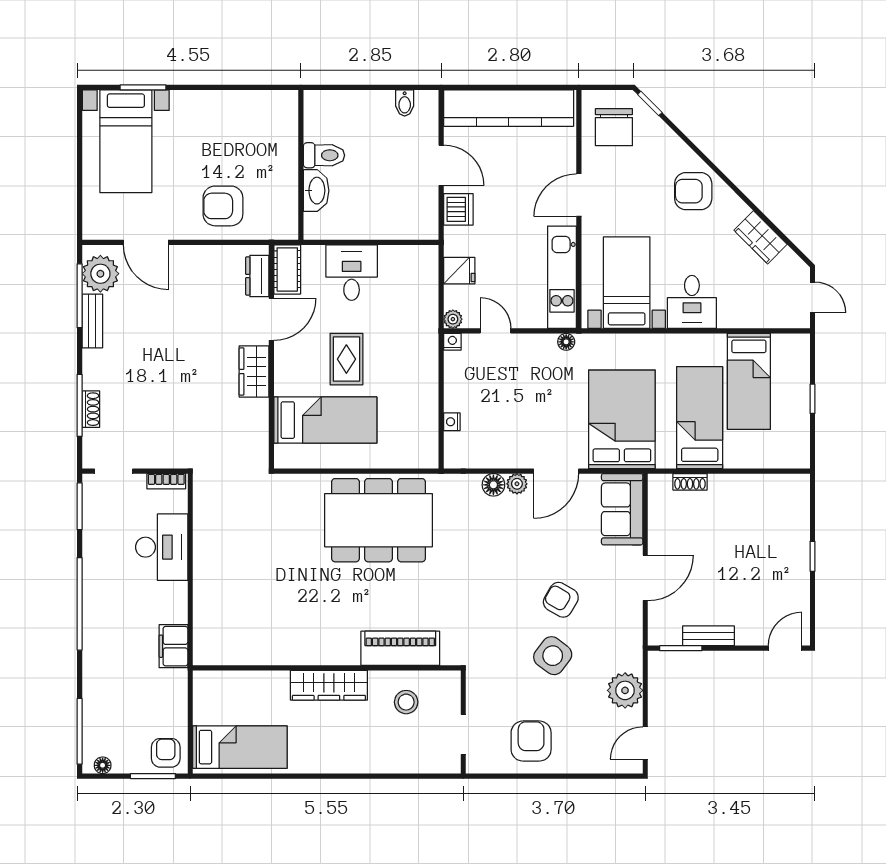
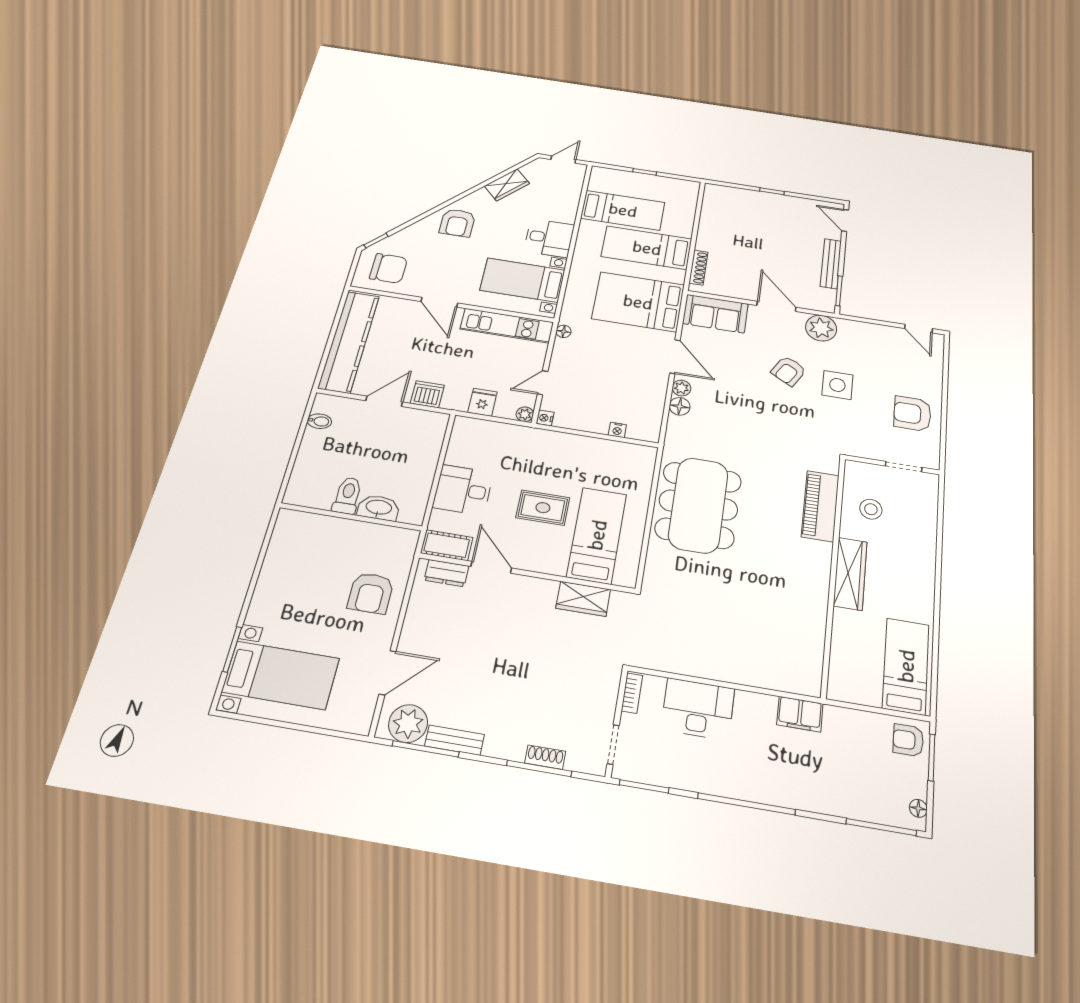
wardrobe: (254, 371) -> (583, 599), moved
shoe rack: (690, 482) -> (698, 268), width x1.43
bench: (708, 636) -> (831, 264), width x1.36
side table: (553, 656) -> (837, 385), turned -37
plant: (625, 690) -> (821, 328), moved

